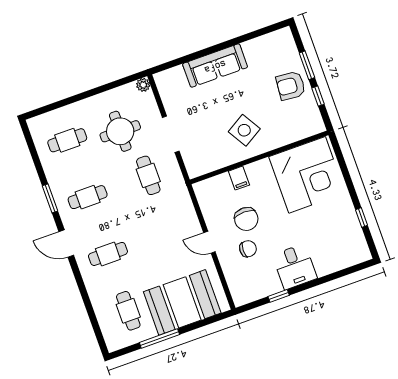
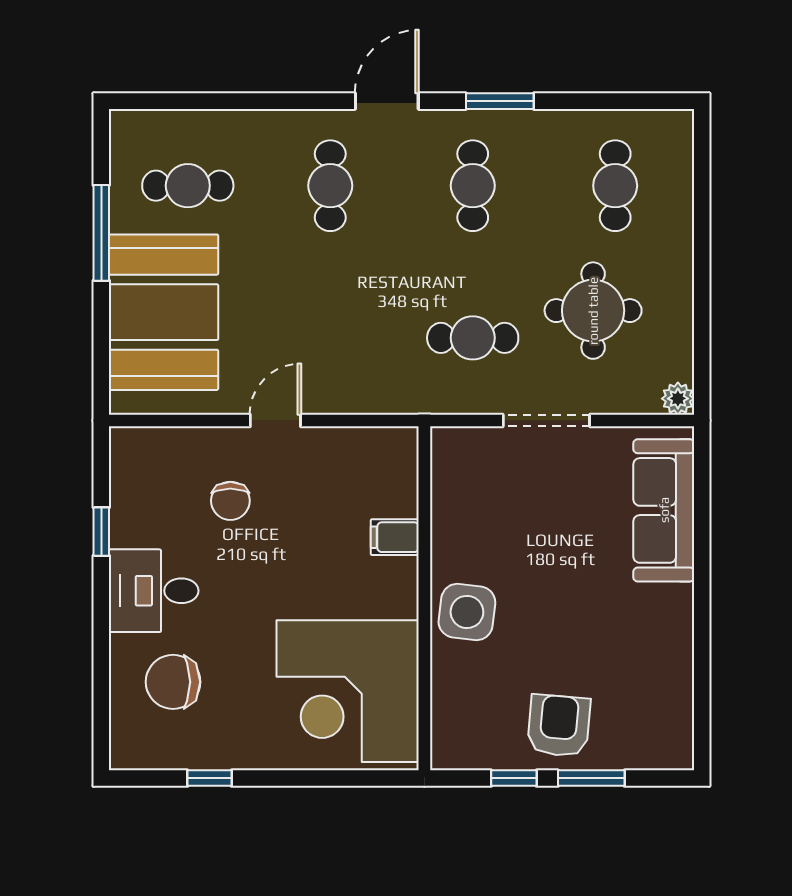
sofa: (215, 66) -> (664, 510), moved
side table: (244, 130) -> (467, 612), moved, turned 38
chair: (246, 219) -> (173, 682), moved

